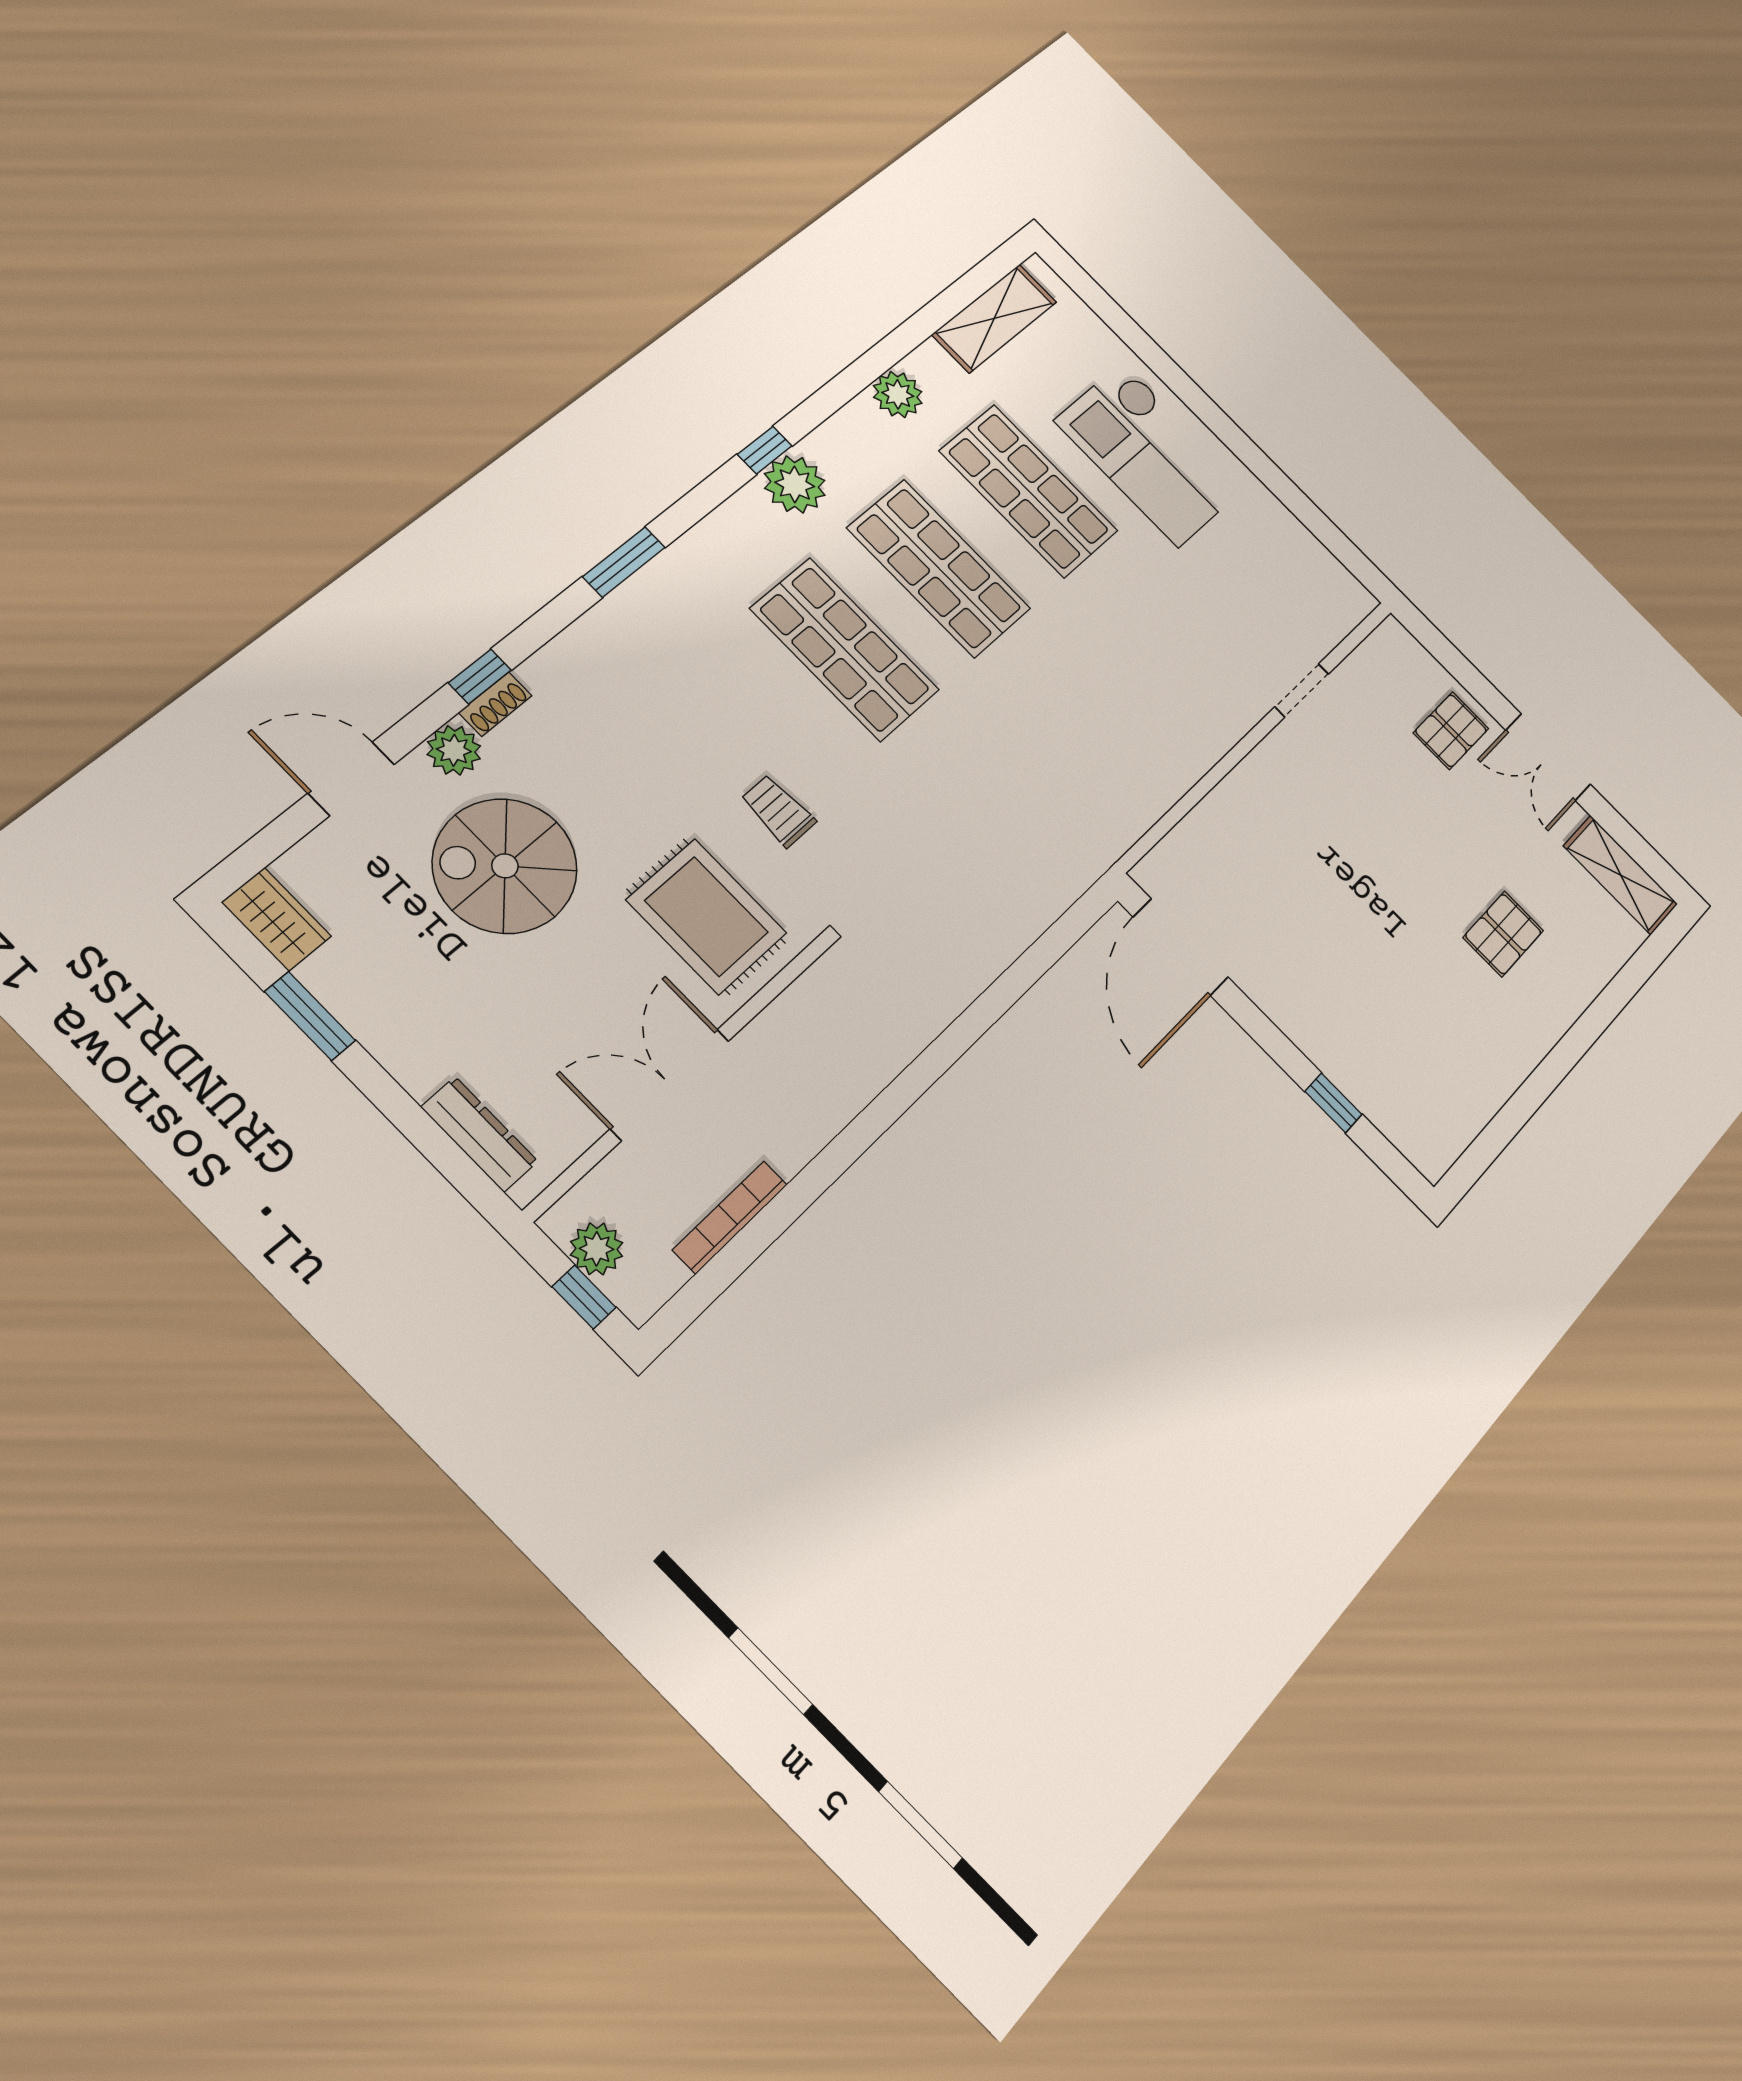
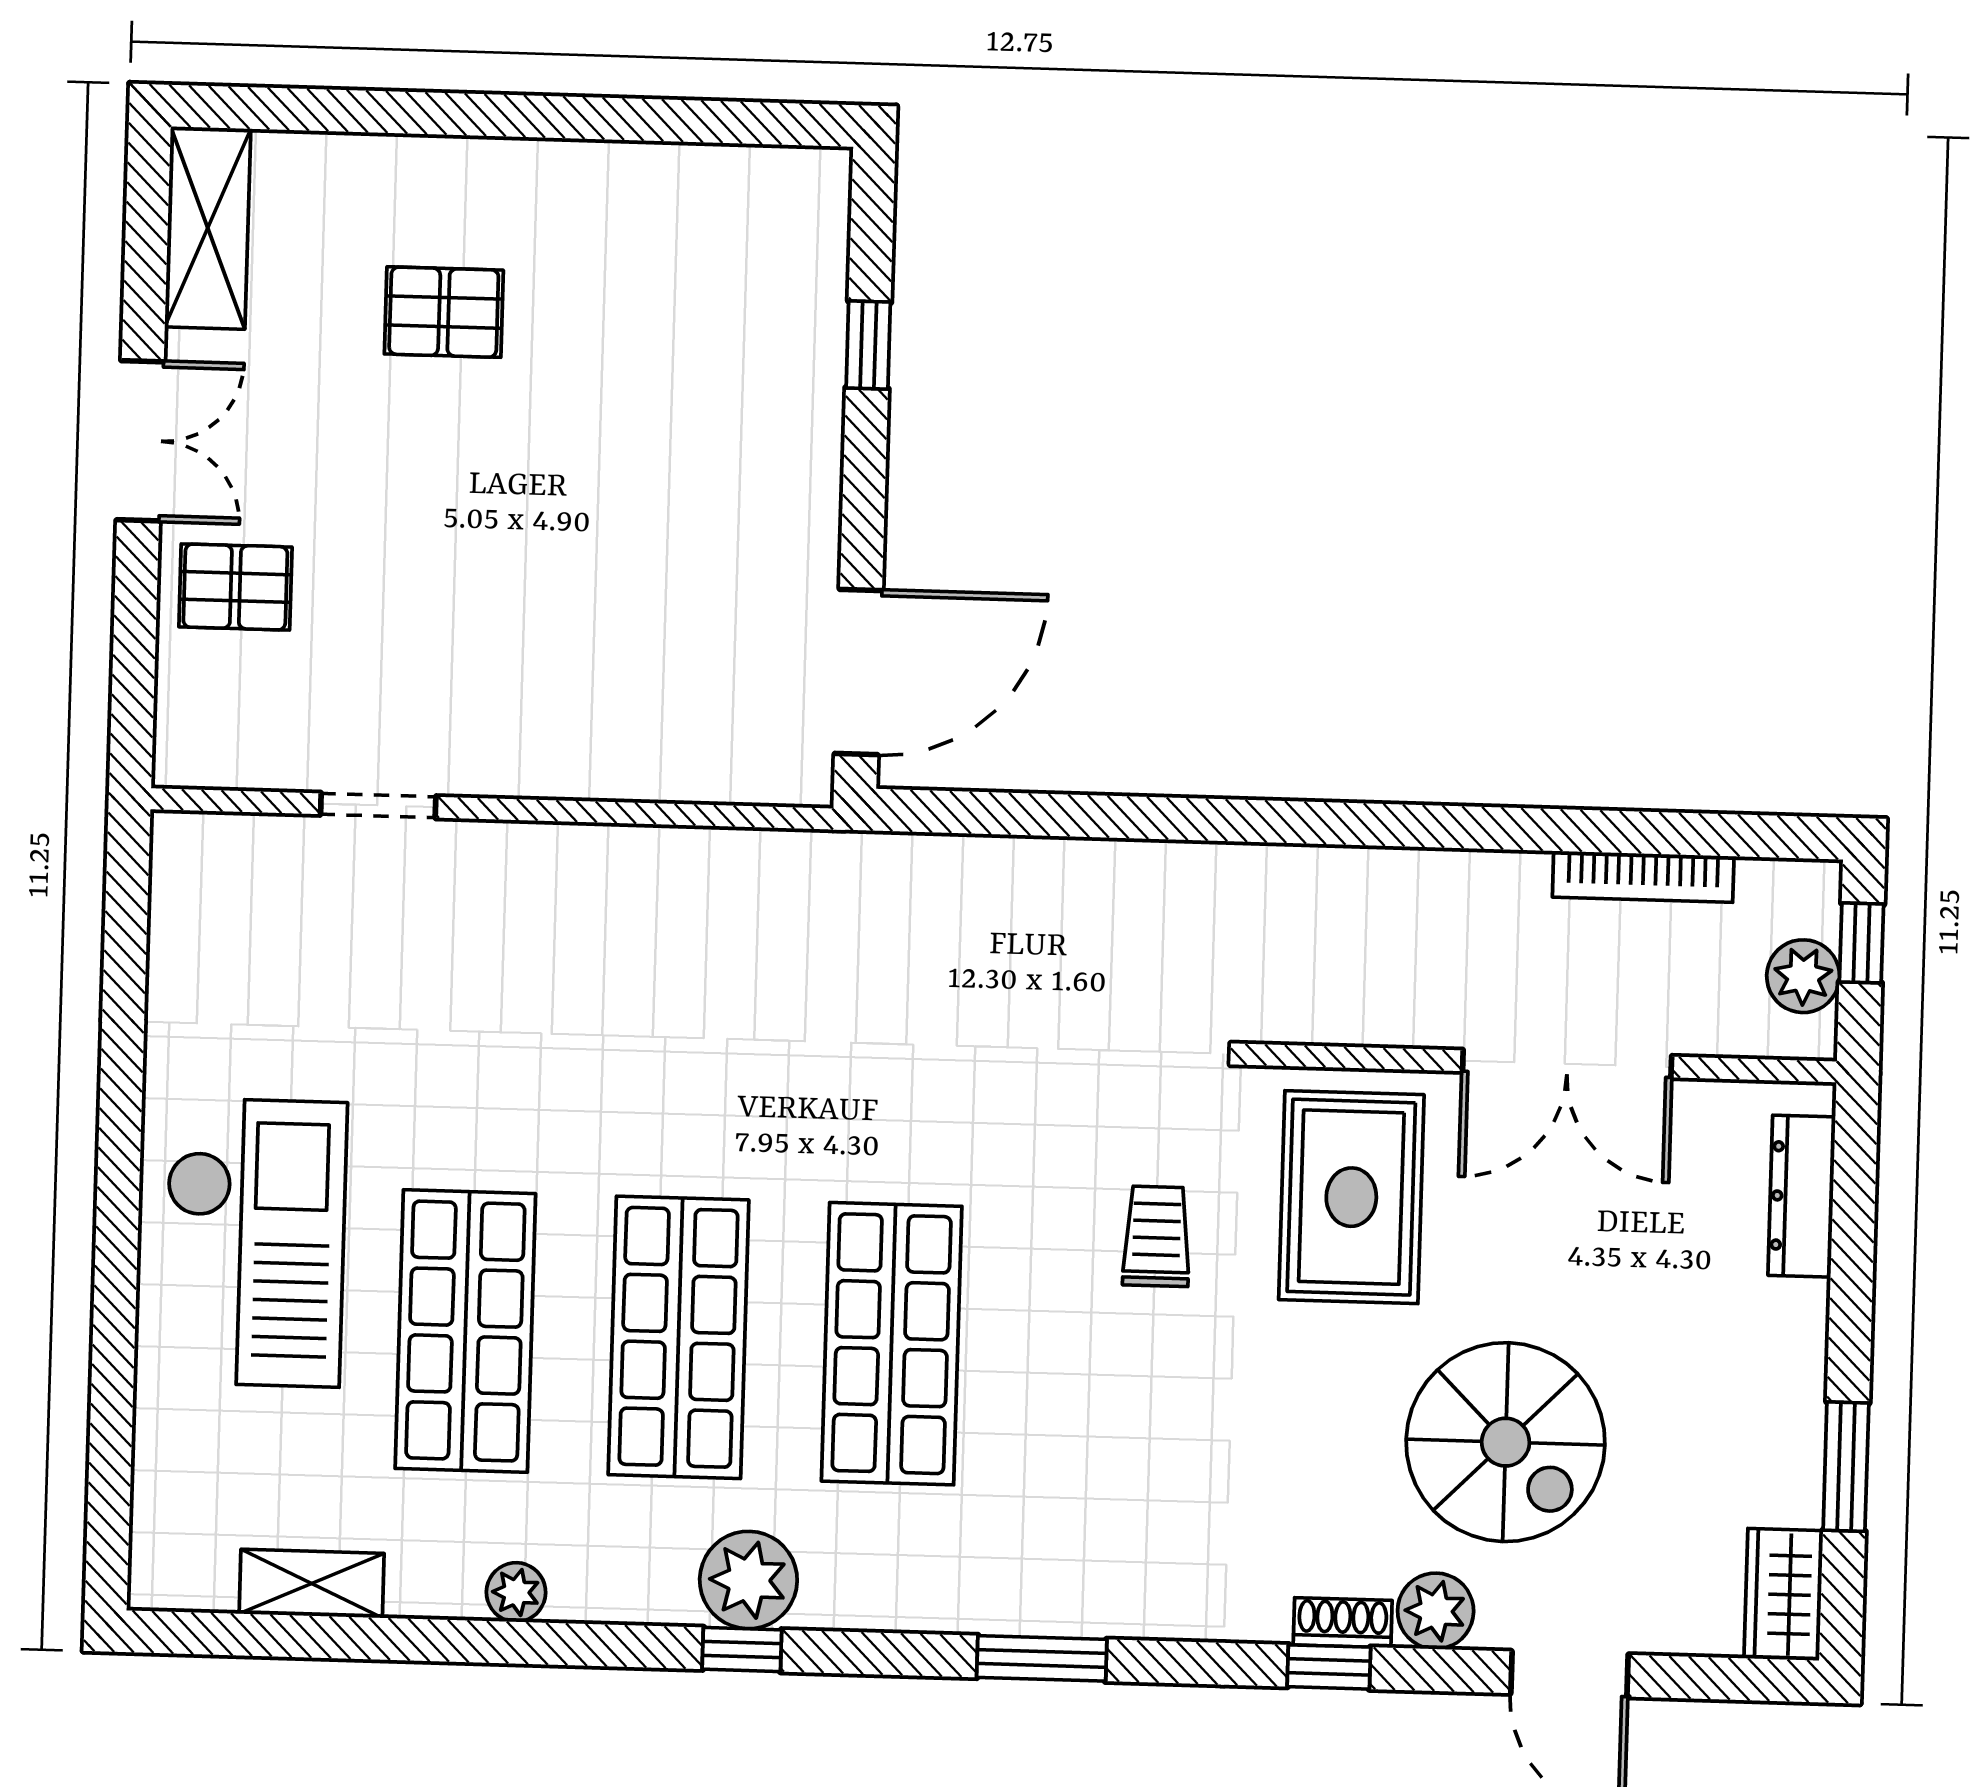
shelving: (994, 318) -> (312, 1584), width x0.67, depth x0.75
plant: (898, 394) -> (516, 1592), width x0.73, depth x0.73
trolley: (778, 811) -> (1157, 1236), turned 180

